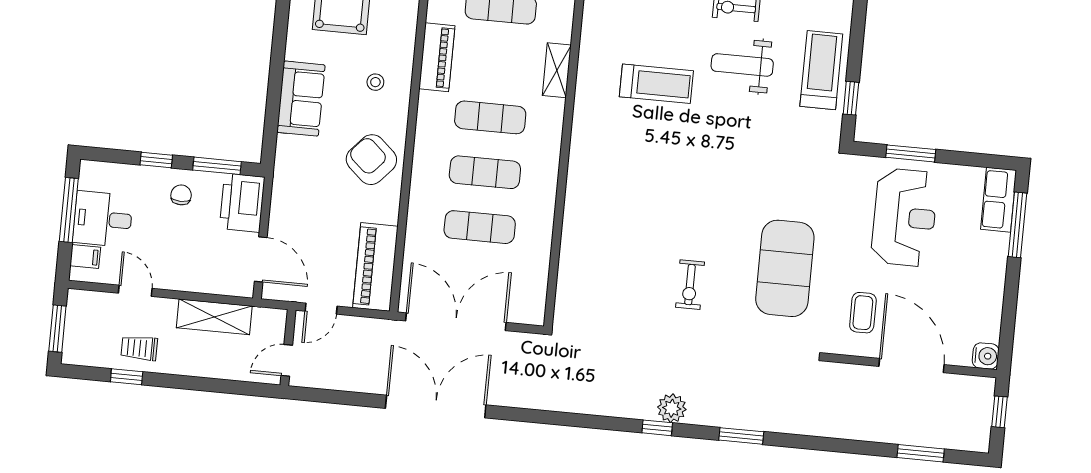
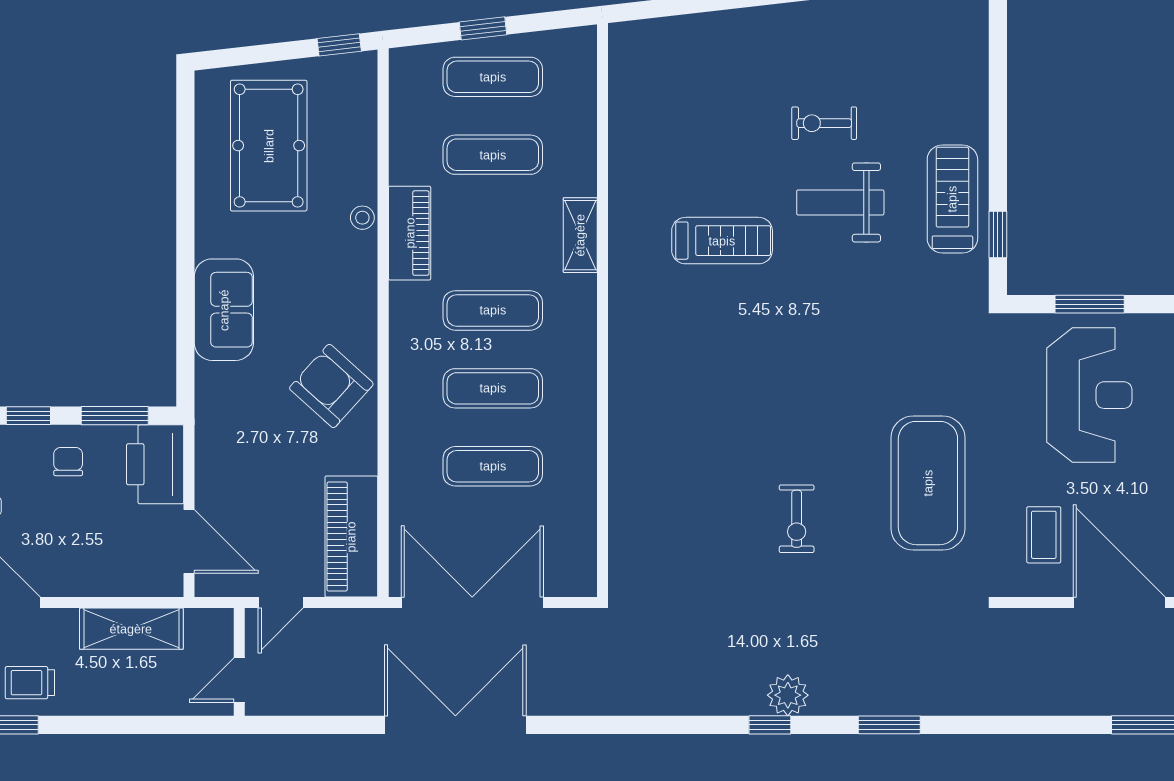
stool: (375, 82) -> (362, 218), moved

